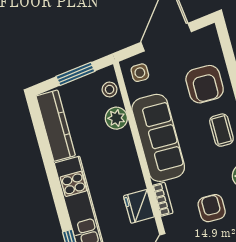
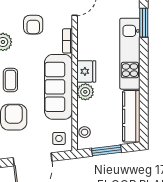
plant: (116, 118) -> (85, 92), moved
fridge: (139, 206) -> (86, 71), moved

